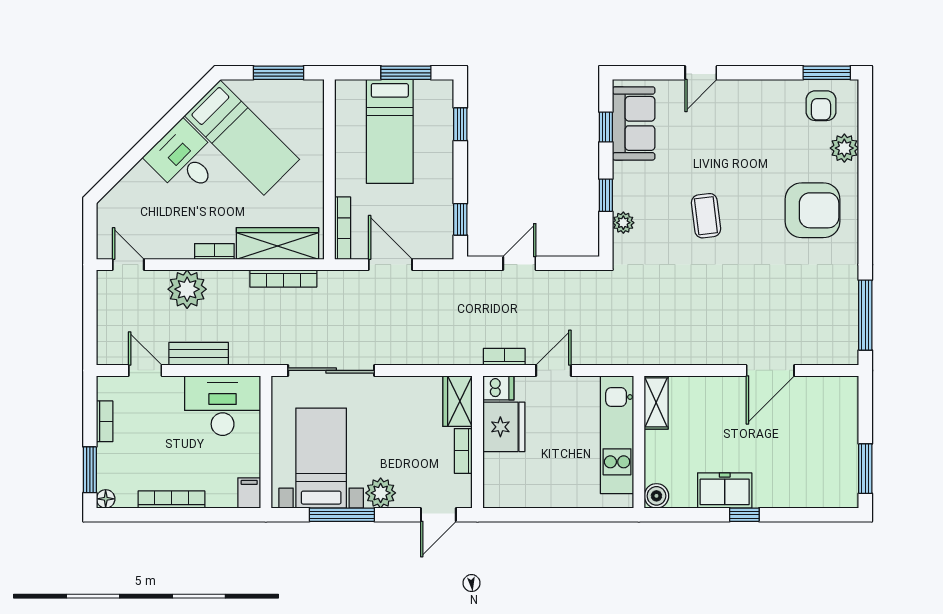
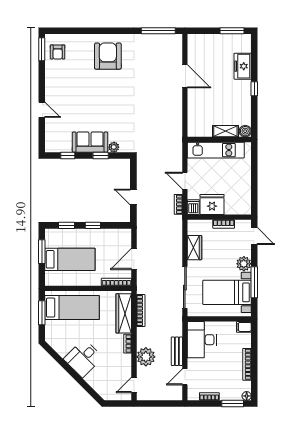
armchair: (821, 106) -> (58, 52), turned 90
sofa: (634, 123) -> (90, 142), moved
bed: (242, 137) -> (72, 308), moved, turned 45
plant: (844, 148) -> (78, 41), removed
coffee table: (706, 216) -> (110, 107), removed
window: (460, 219) -> (93, 225), moved
wardrobe: (458, 401) -> (194, 248), moved, turned -90
shelving: (656, 402) -> (225, 131), moved
freezer: (725, 490) -> (243, 66), moved

